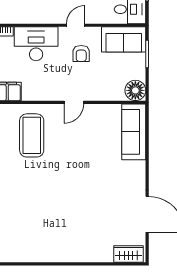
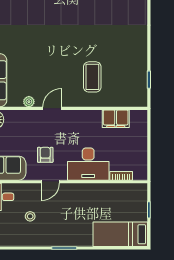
plant: (98, 109) -> (29, 102), added
coffee table: (32, 135) -> (92, 77), width x0.73, depth x0.76

